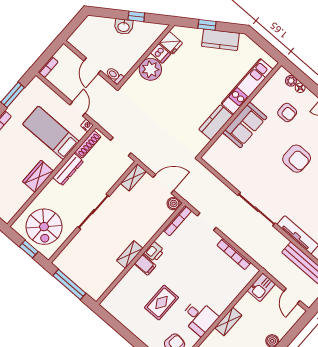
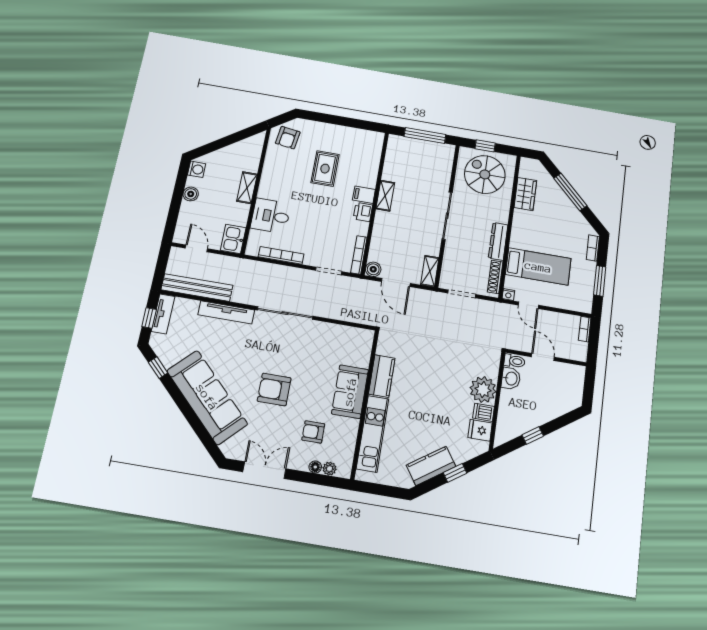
washbasin: (124, 27) -> (511, 378), moved, turned 124
wardrobe: (38, 176) -> (525, 194), moved
door: (163, 184) -> (396, 282), hinge flipped
desk: (199, 317) -> (271, 216), moved

